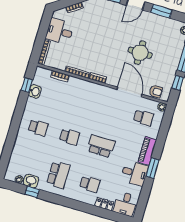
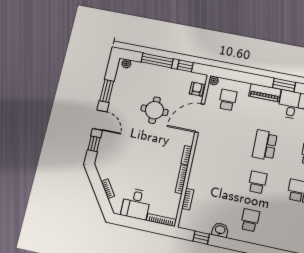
washbasin: (35, 91) -> (220, 230), moved

